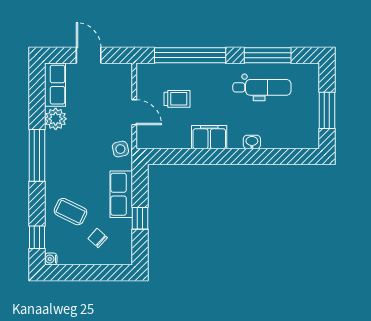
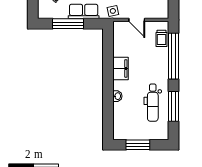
trolley: (177, 99) -> (162, 38), moved
door: (134, 112) -> (137, 20), hinge flipped
window: (140, 218) -> (68, 24), width x2.17

